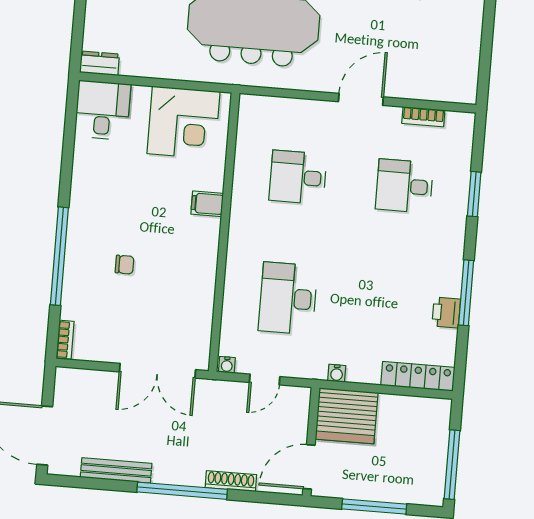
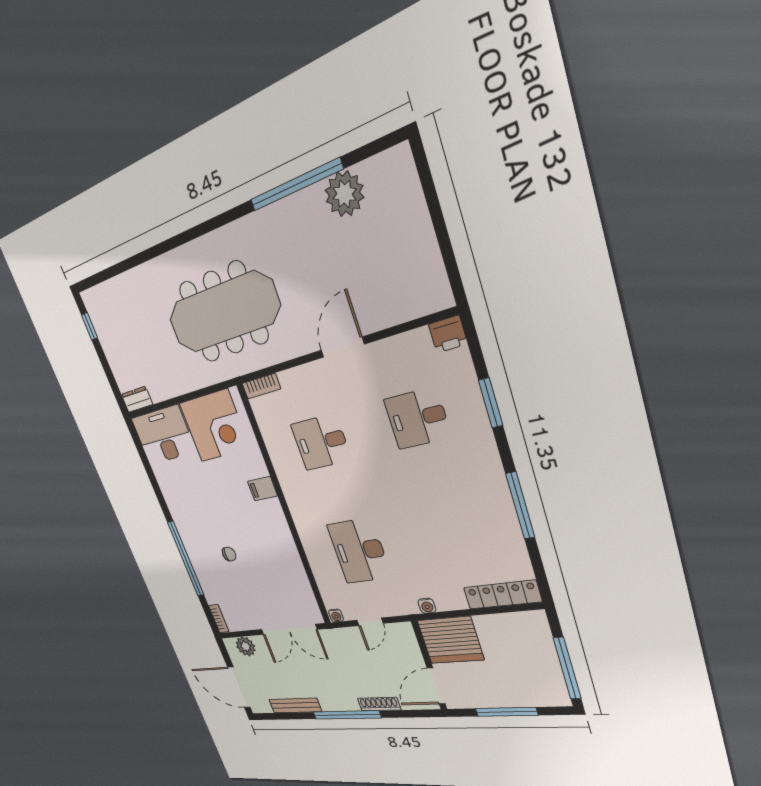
desk: (103, 110) -> (164, 435), width x1.37
bookcase: (423, 117) -> (261, 386), moved
printer: (446, 312) -> (448, 334), moved, turned -90
plant: (85, 382) -> (246, 646), added

